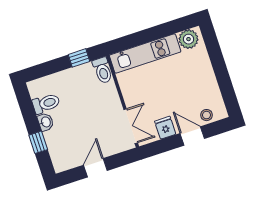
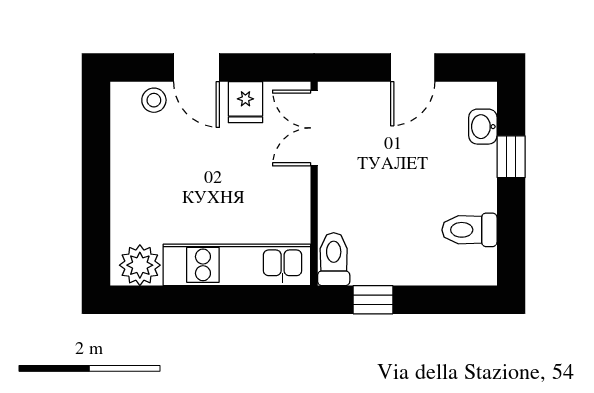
washbasin: (46, 122) -> (483, 127), moved

